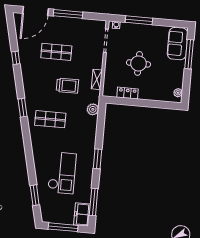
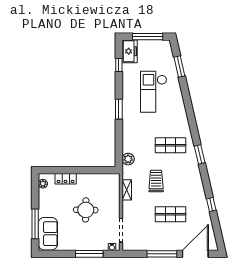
trolley: (67, 86) -> (156, 181), turned 90
locker: (128, 93) -> (66, 179), moved
window: (94, 202) -> (119, 65), width x0.46

